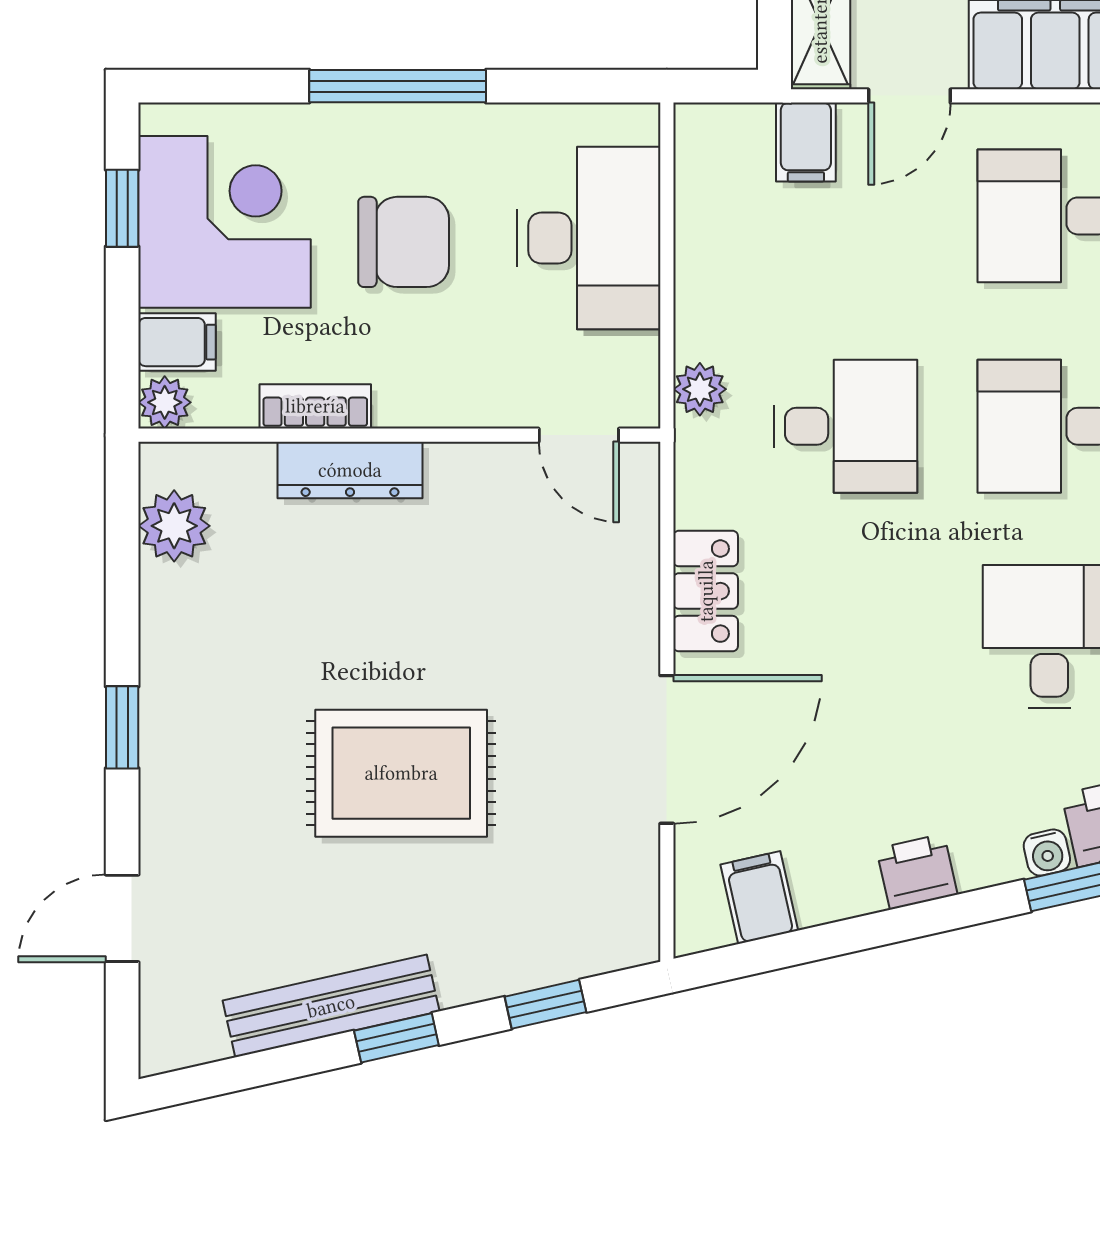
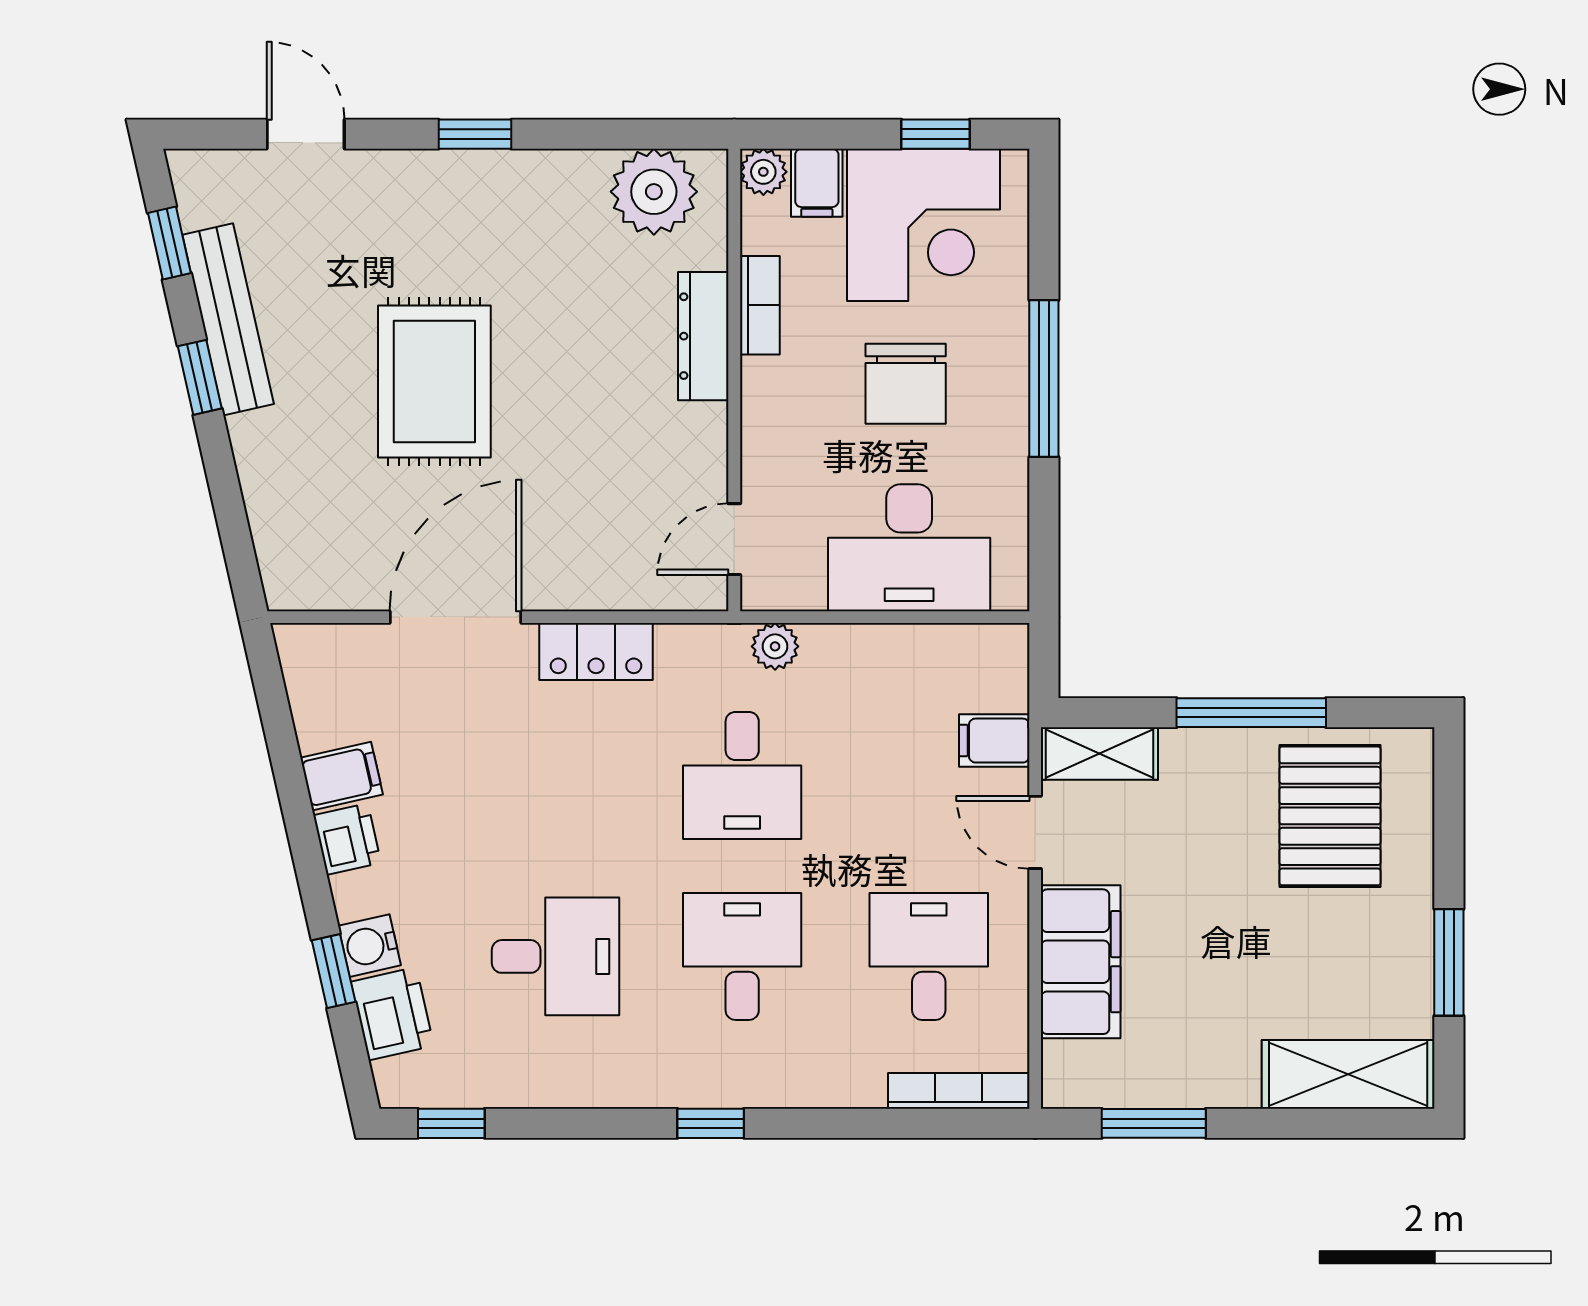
plant: (174, 526) -> (654, 192), width x1.36, depth x1.36
door: (667, 749) -> (455, 617), swing flipped
water cooler: (1047, 853) -> (370, 946), width x1.38, depth x1.38
filing cabinet: (759, 897) -> (342, 776), moved
window: (545, 1004) -> (169, 243), moved

